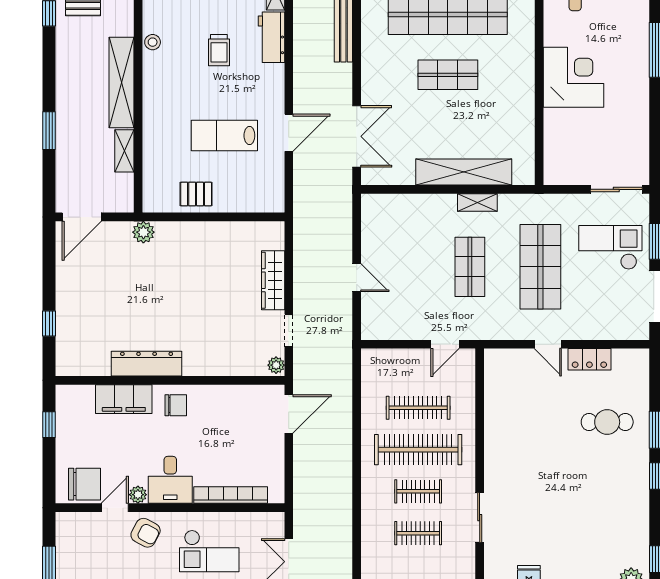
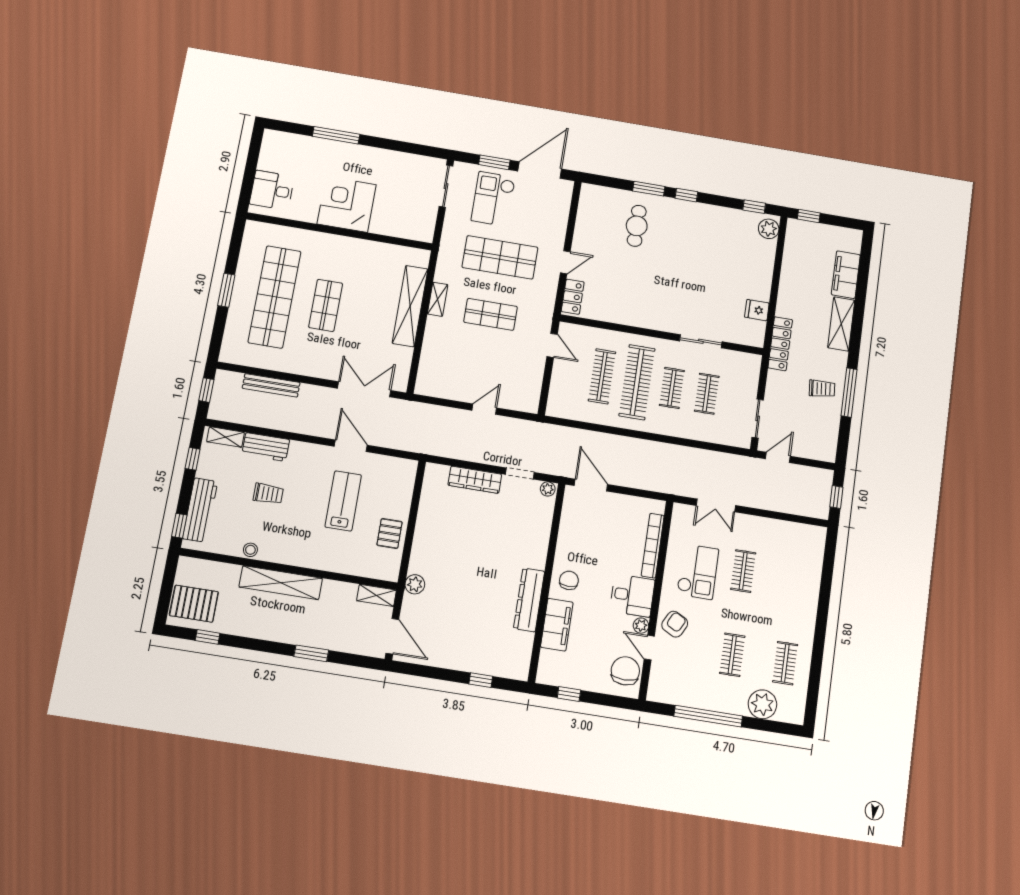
lab bench: (224, 136) -> (343, 501), turned 180
shelving: (124, 151) -> (376, 595), moved
locker: (589, 359) -> (573, 297), moved

